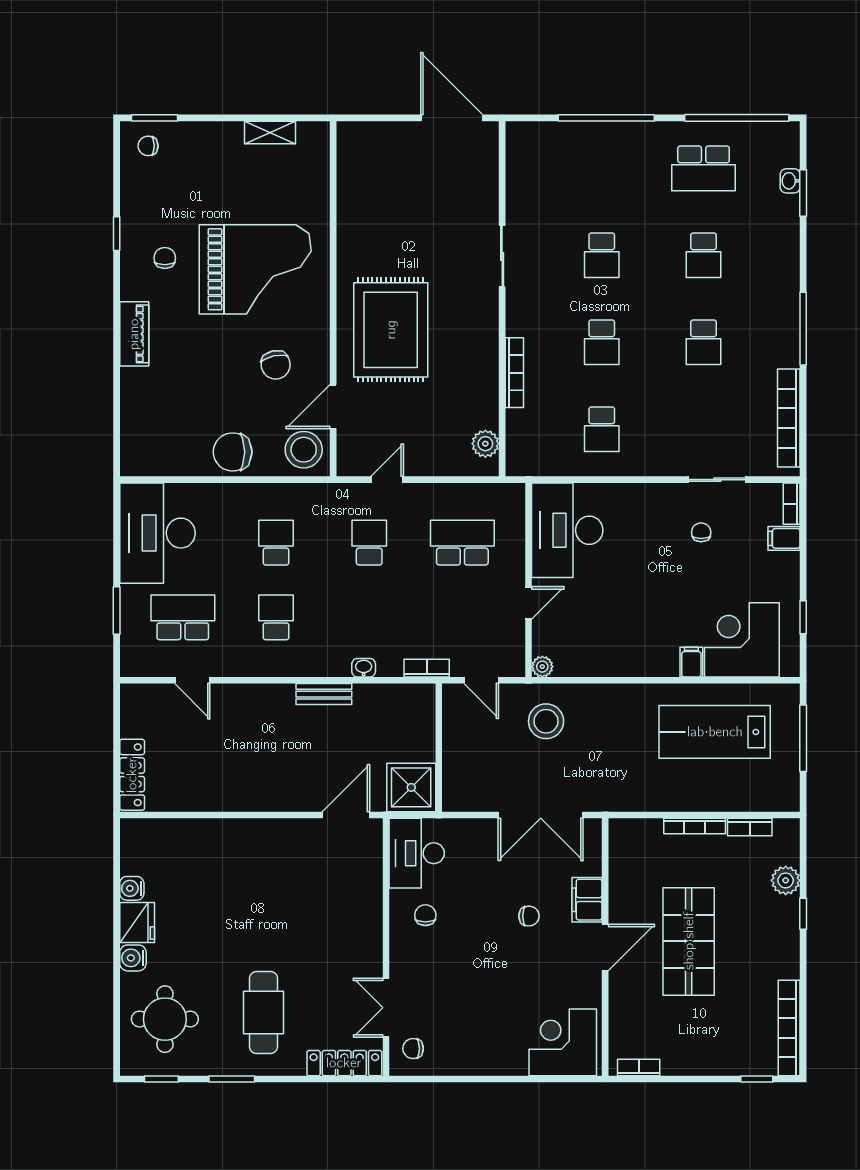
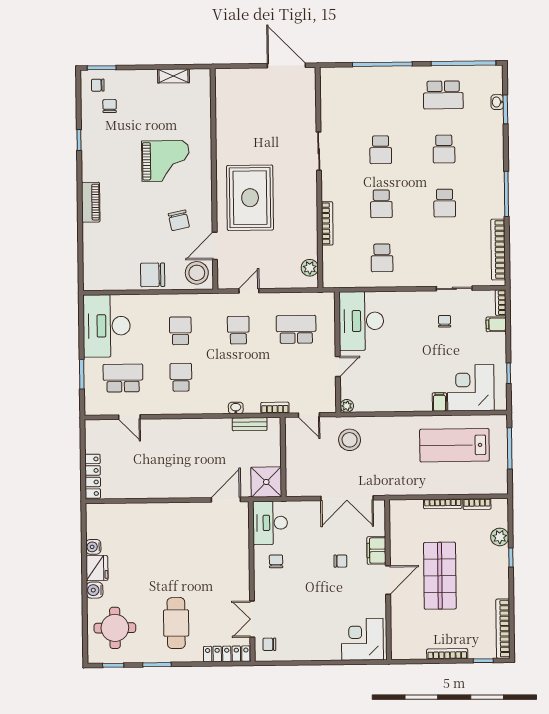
chair: (165, 258) -> (110, 106), moved
grand piano: (255, 269) -> (165, 161), width x0.73, depth x0.68
bench: (324, 694) -> (250, 424), moved
bookcase: (639, 1067) -> (447, 654), moved, width x1.56

